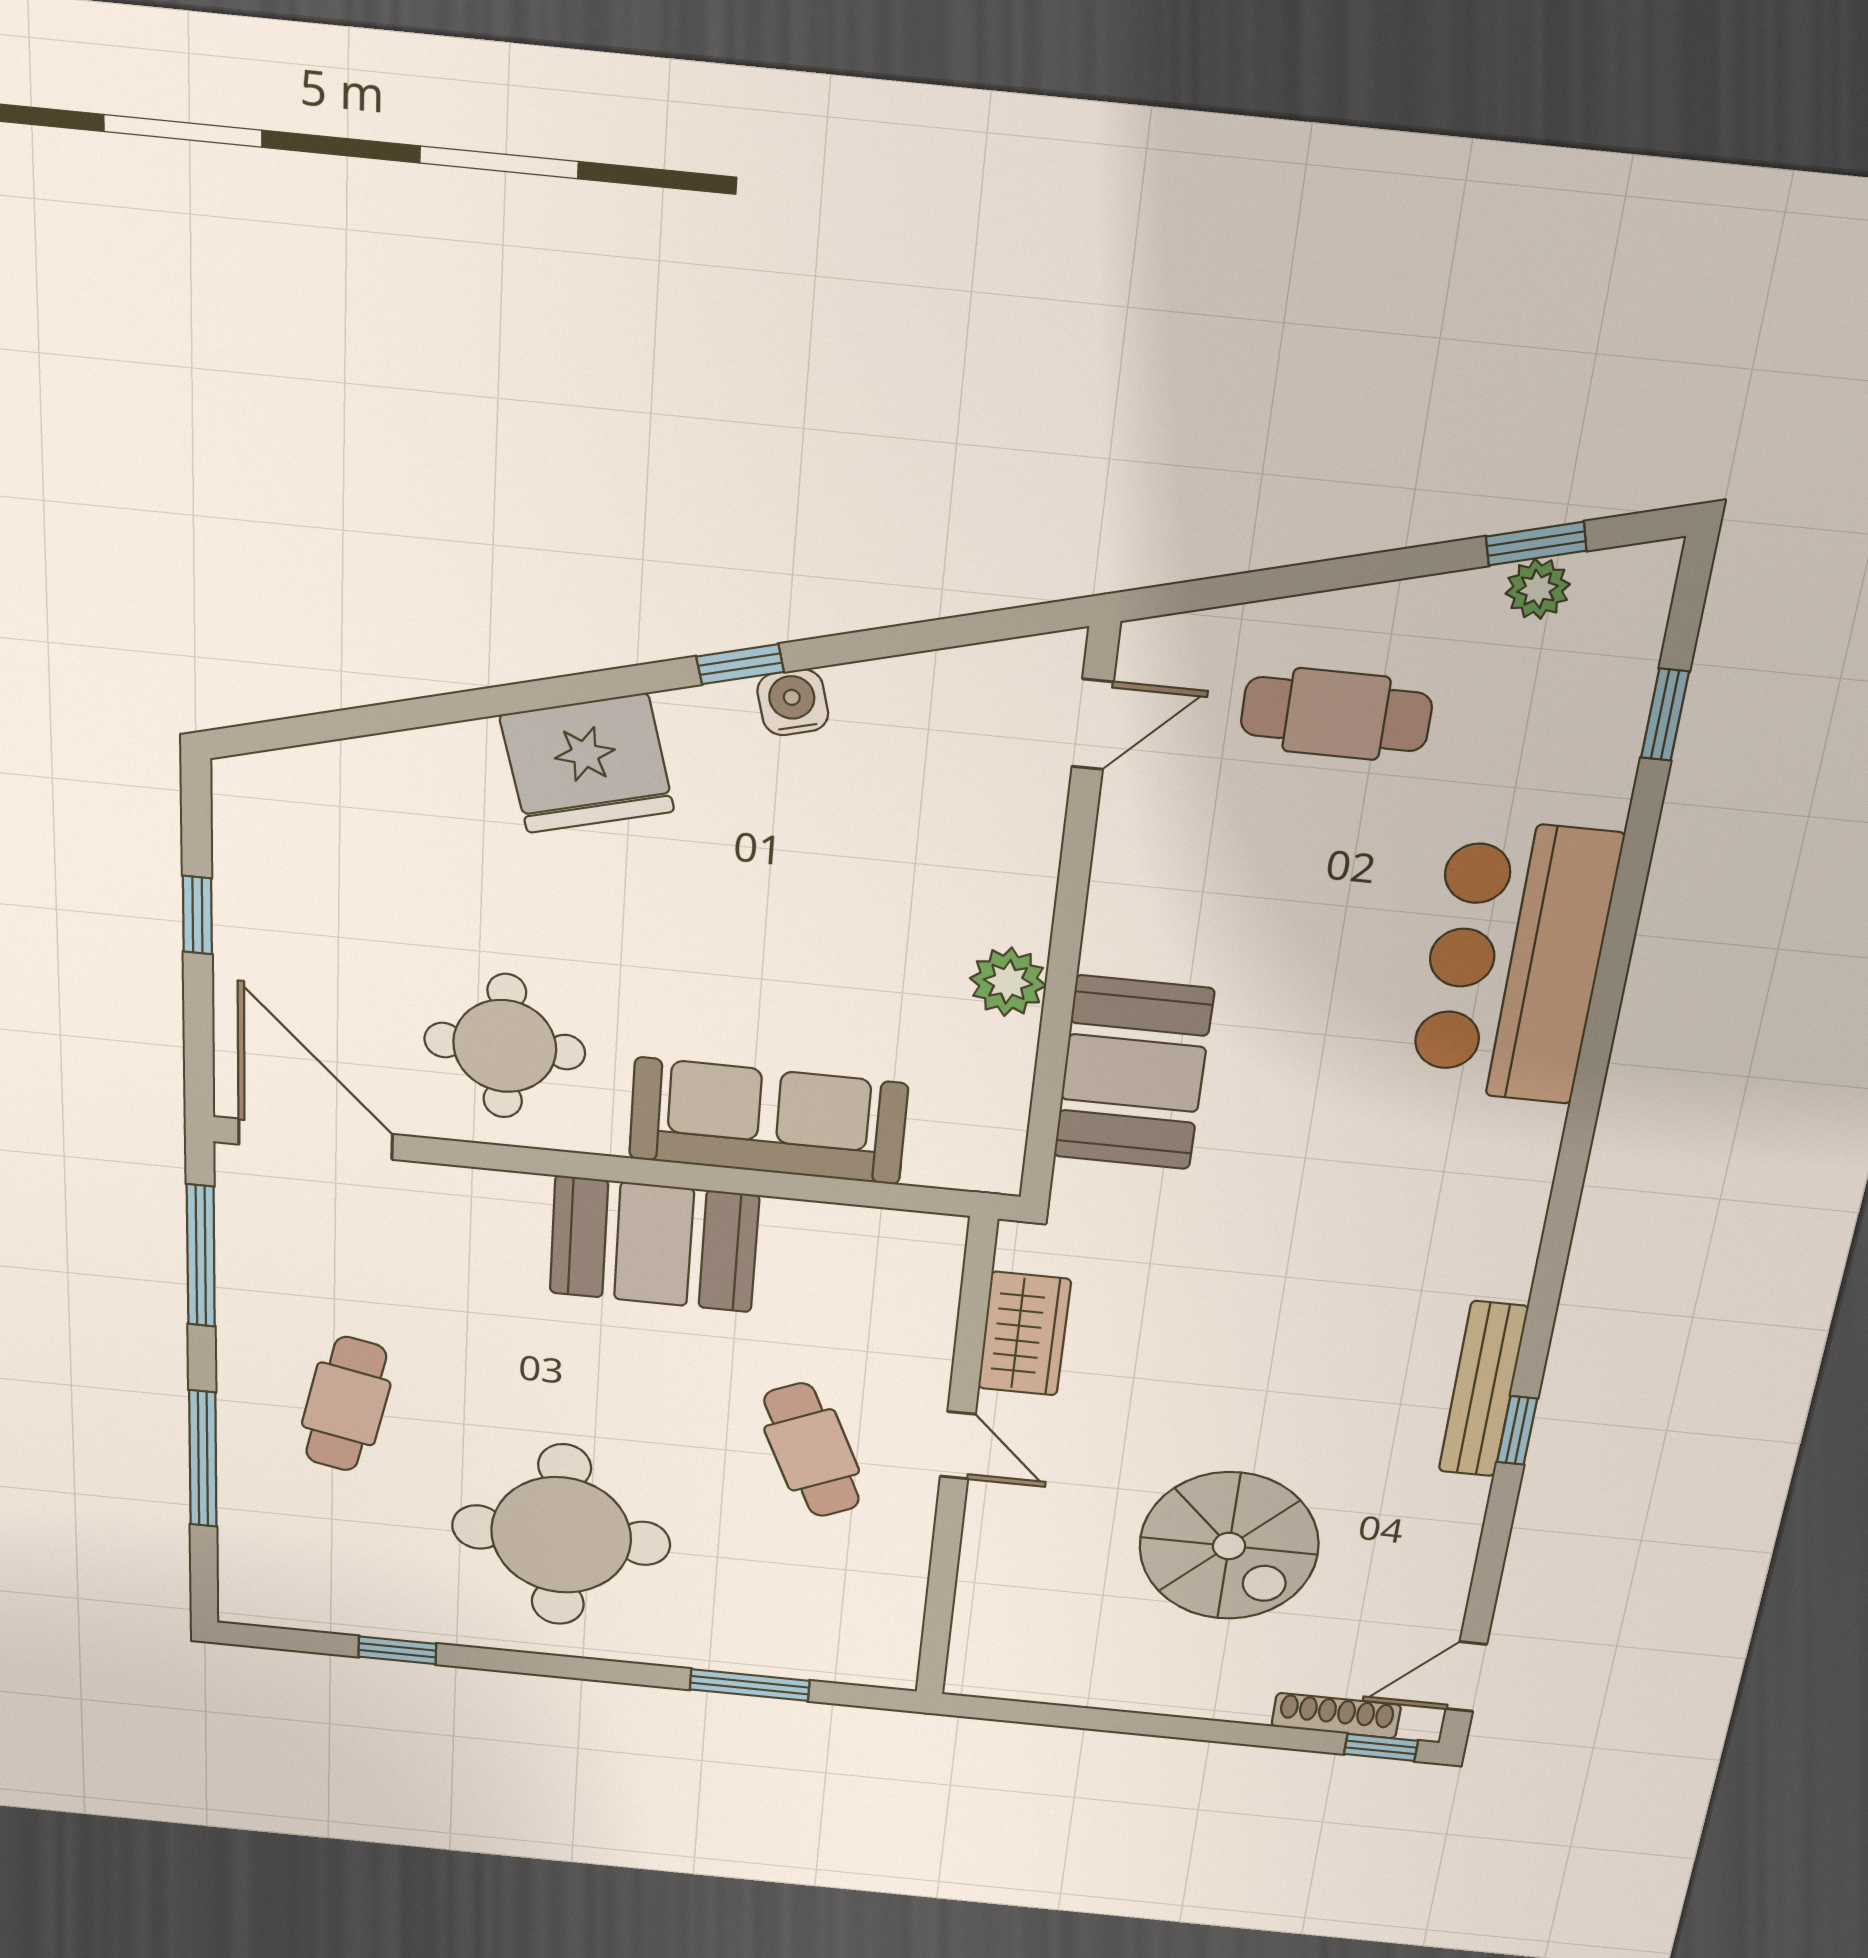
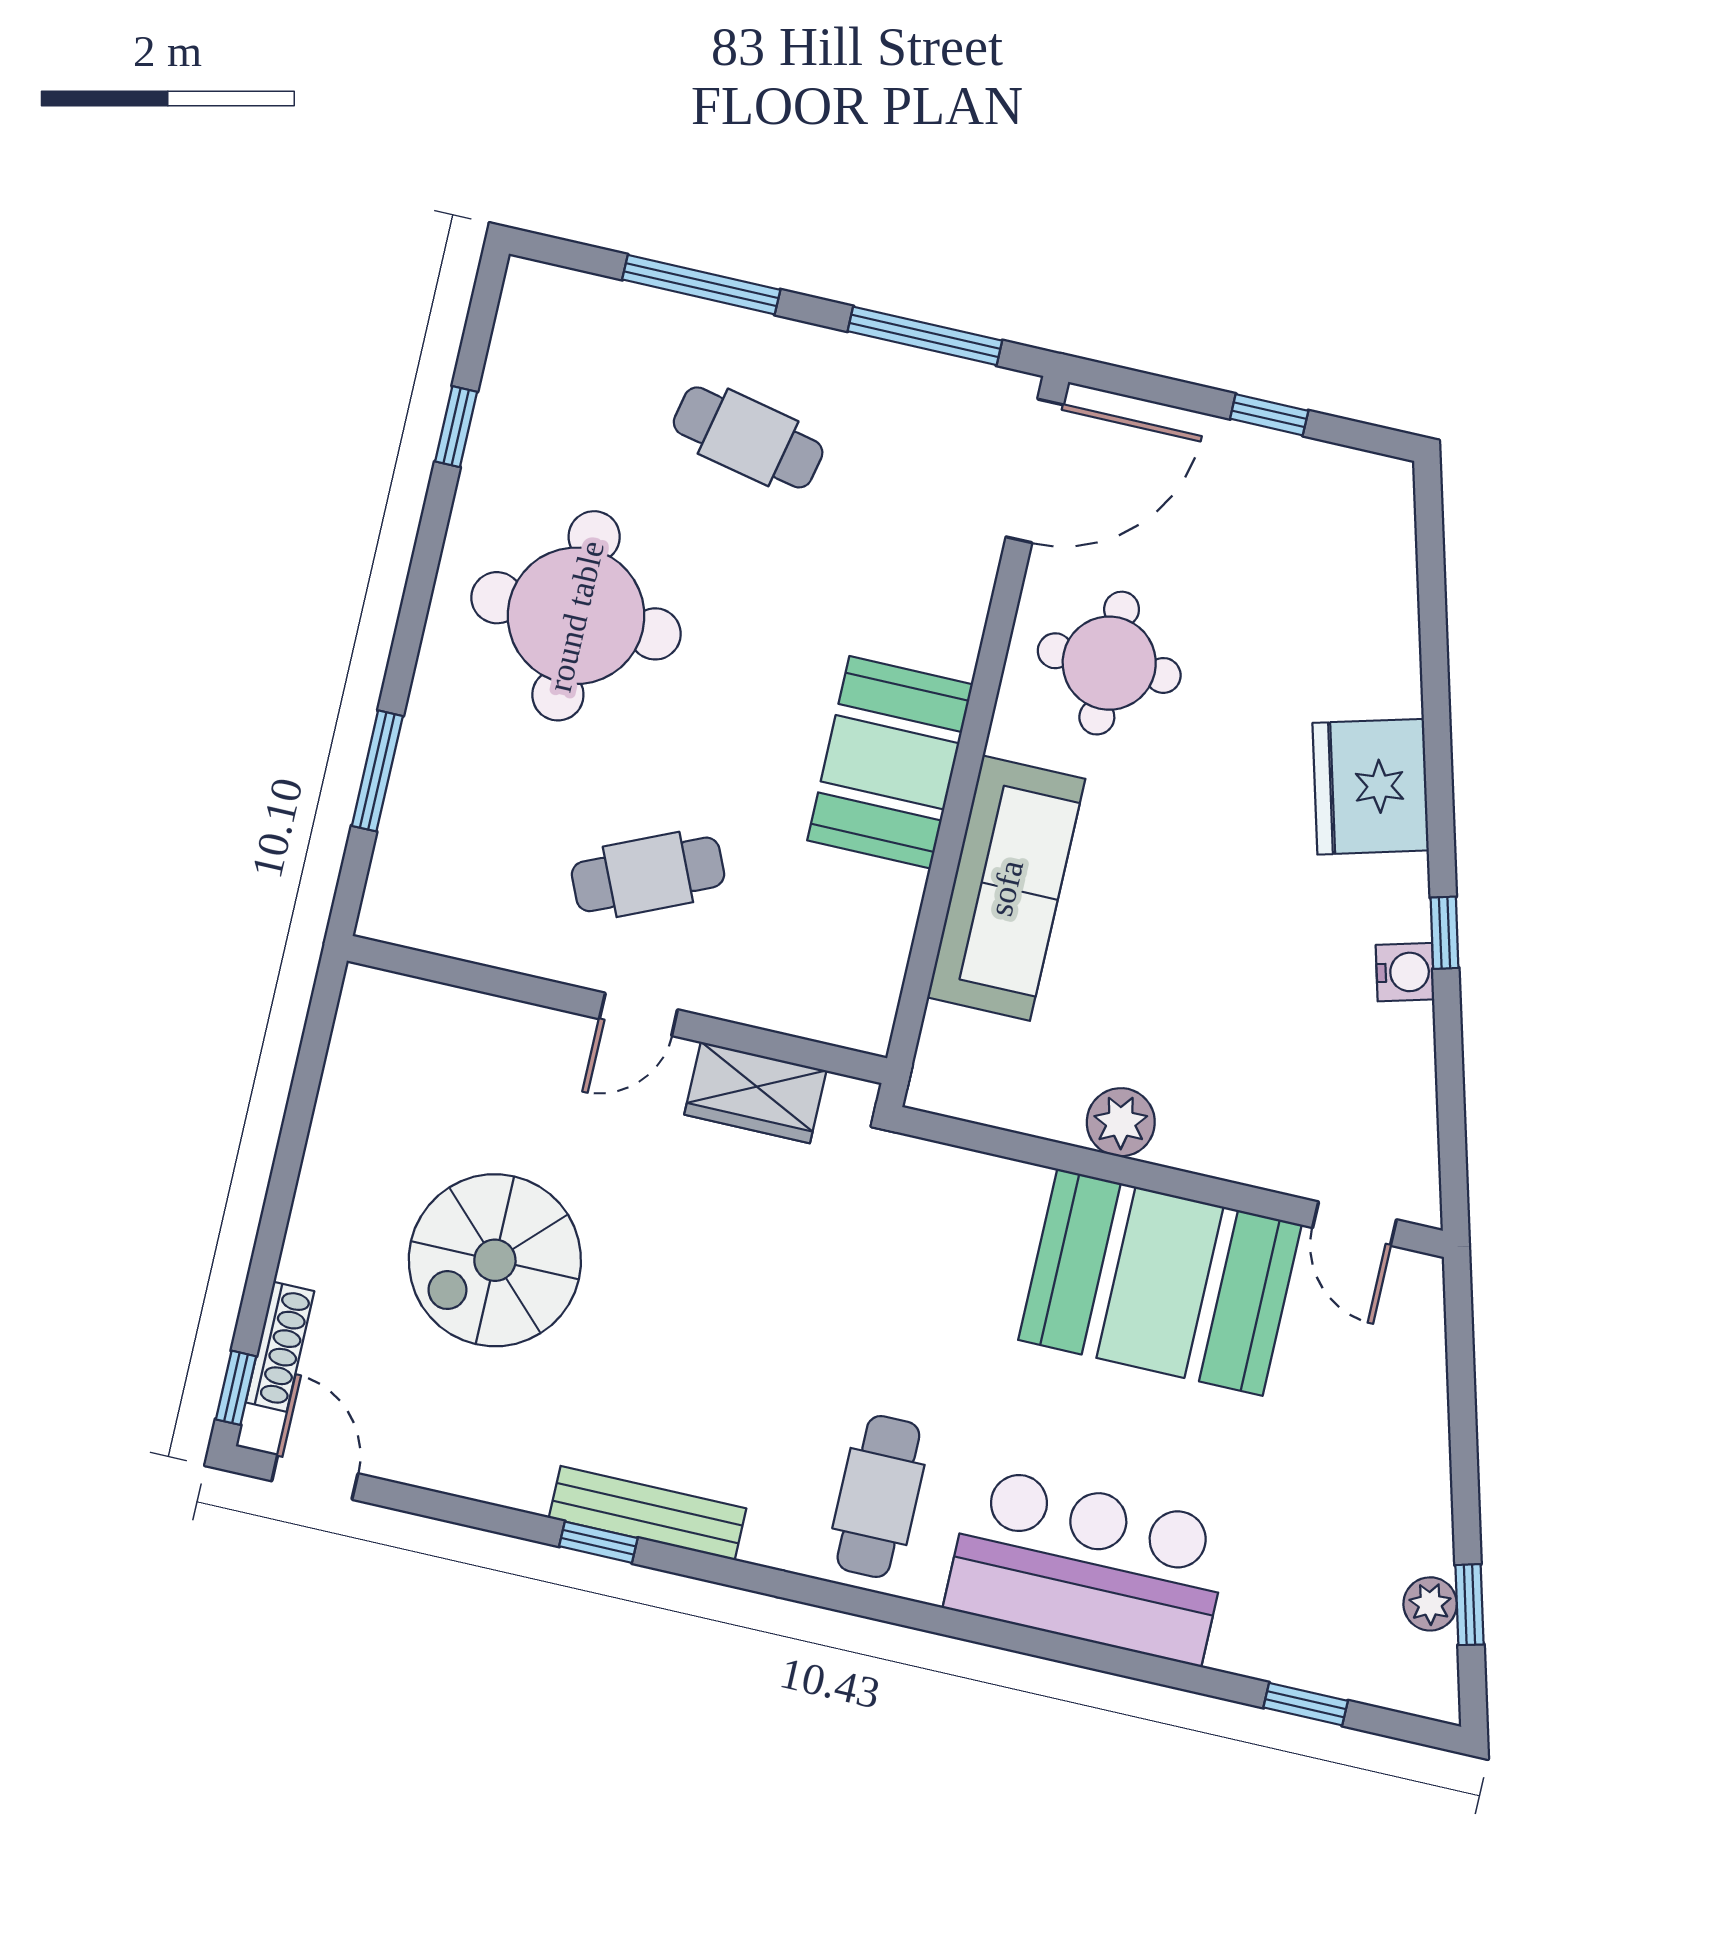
cafe table: (1336, 714) -> (878, 1497), moved
booth: (1133, 1073) -> (1160, 1282), moved, width x1.36, depth x1.42

